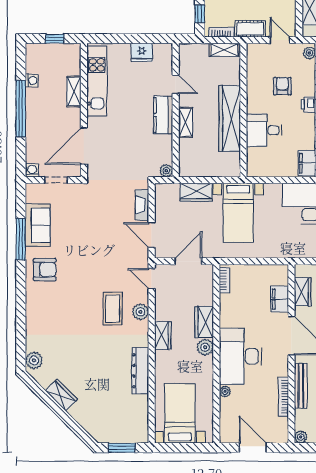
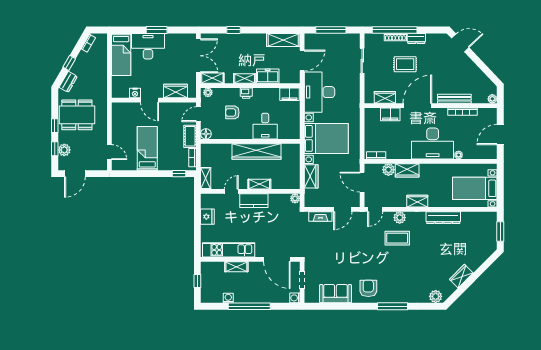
shelving: (224, 50) -> (206, 178), moved
floor lamp: (253, 50) -> (206, 134), added
bed with nightstands: (238, 213) -> (326, 138), width x1.36
window: (21, 239) -> (393, 306), moved
plant: (205, 347) -> (388, 170), moved

